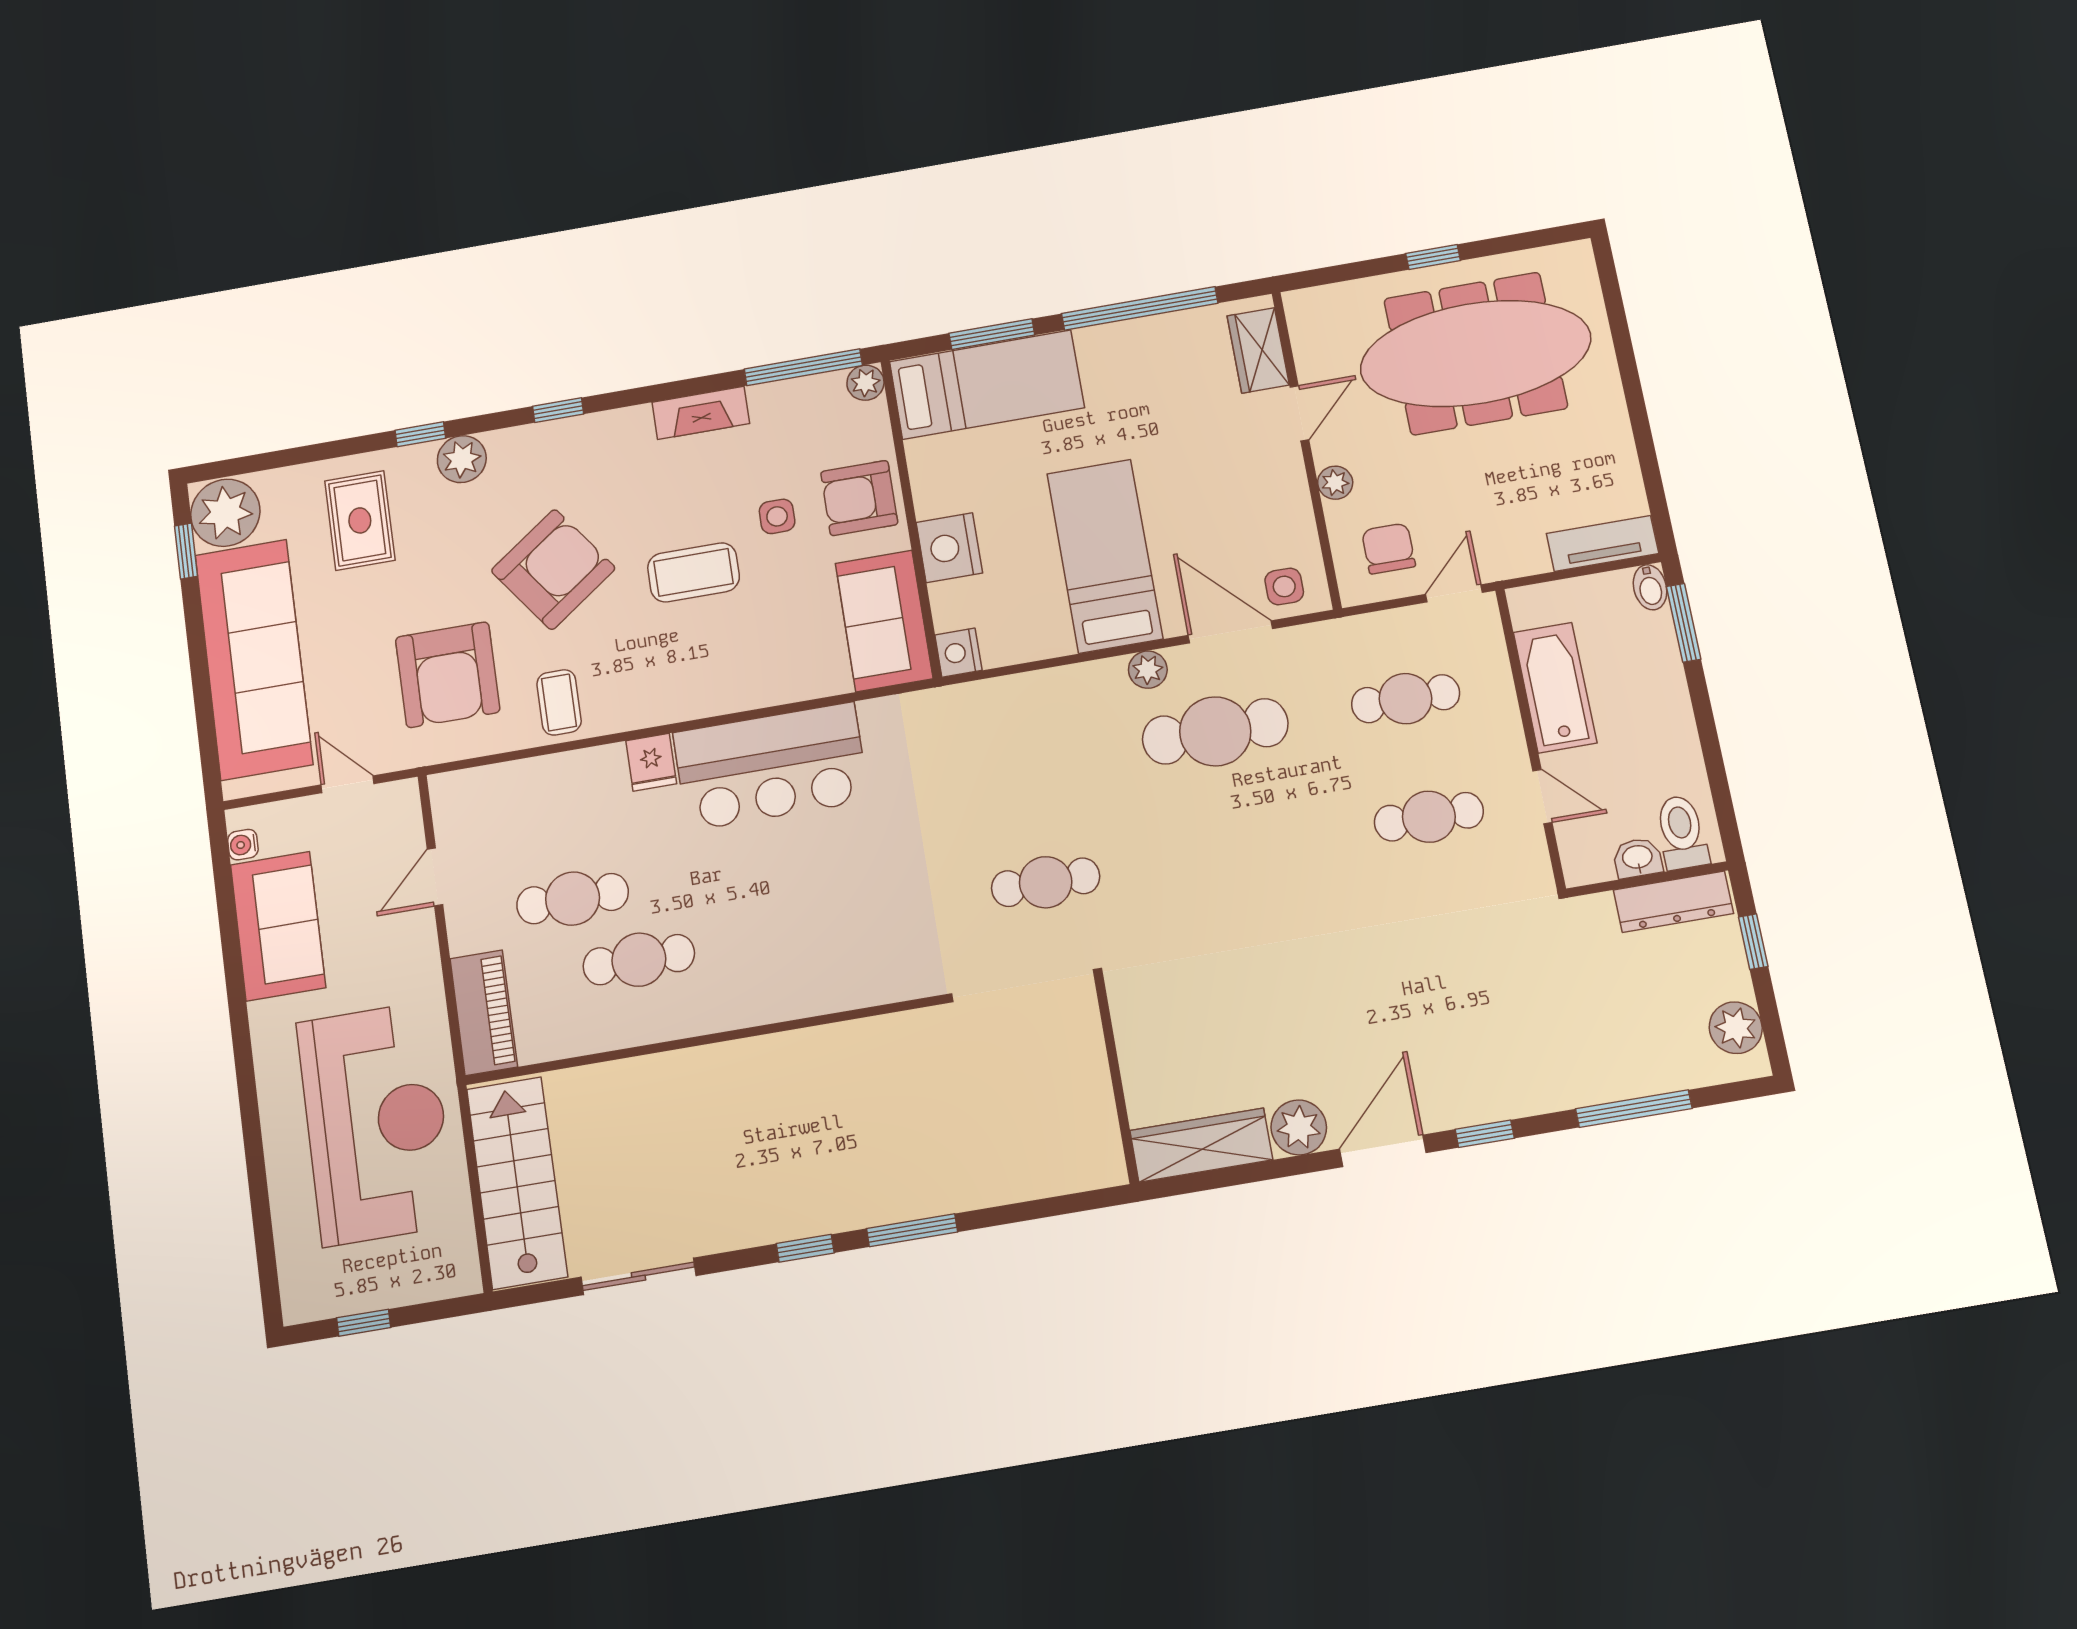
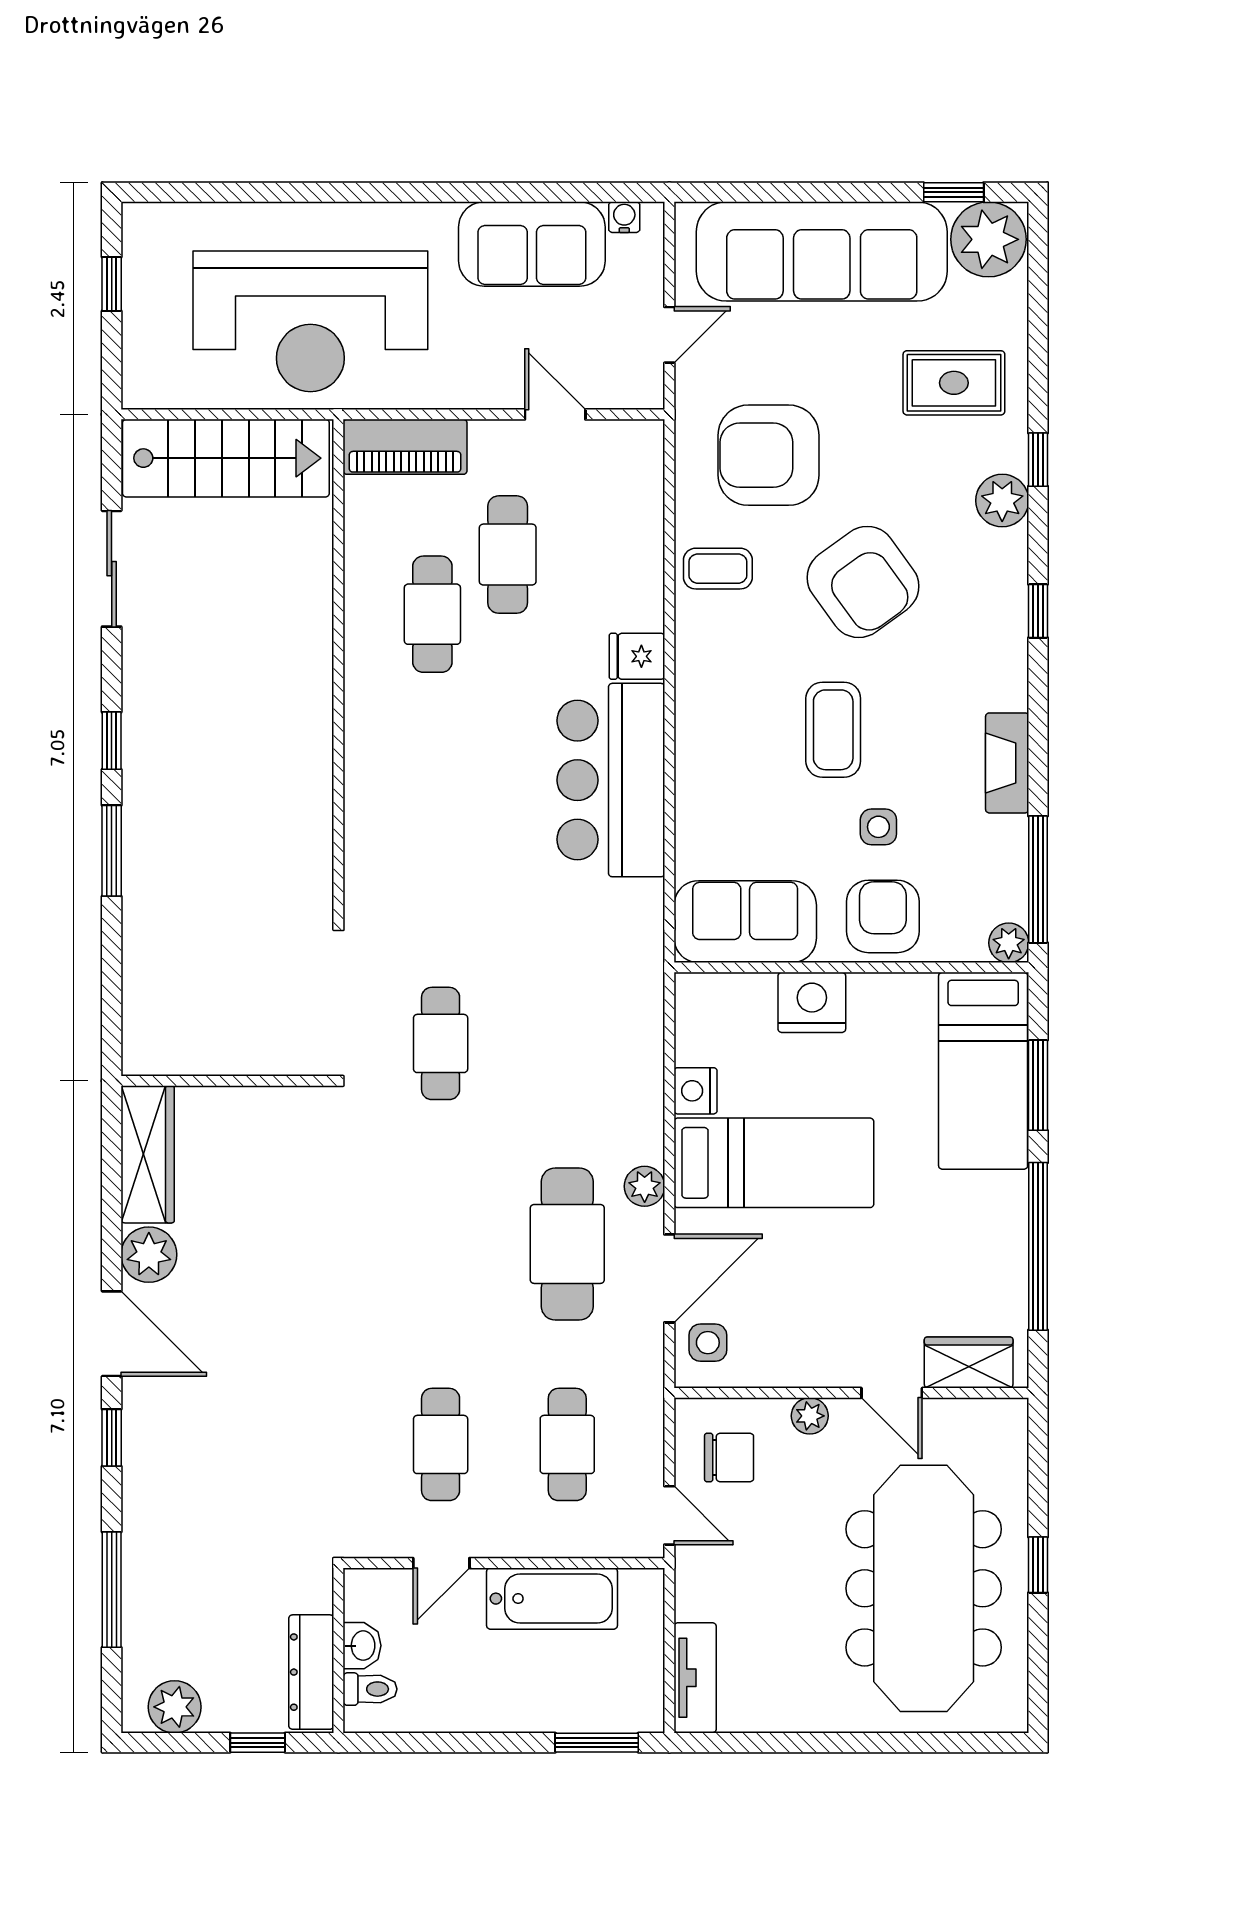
bidet: (1650, 587) -> (640, 1716), removed
nightstand: (958, 653) -> (696, 1091), moved, turned -90
toilet: (1682, 832) -> (370, 1689), width x0.73, depth x0.72

